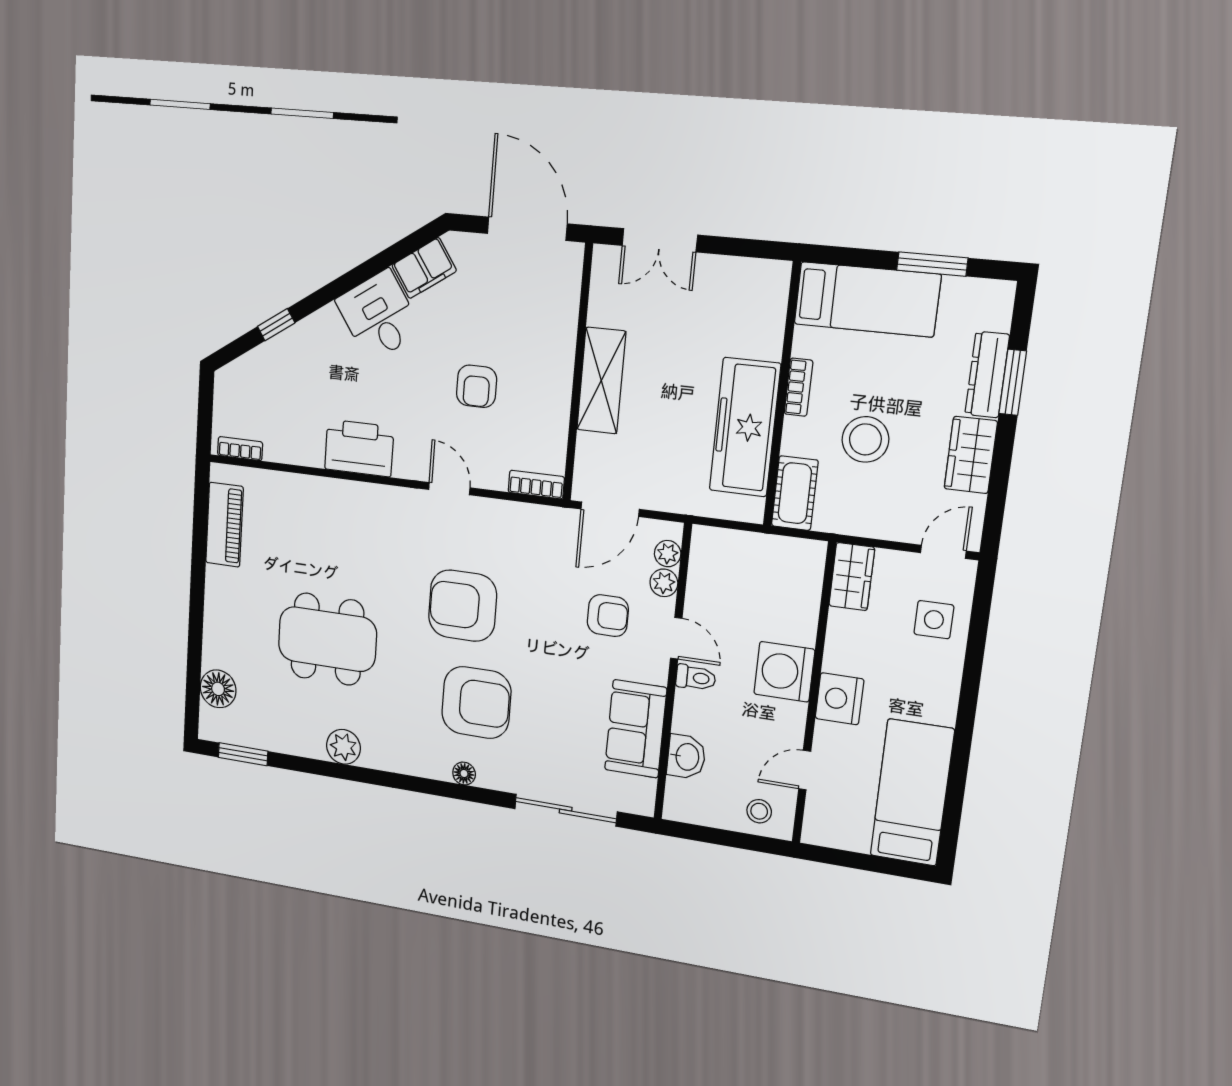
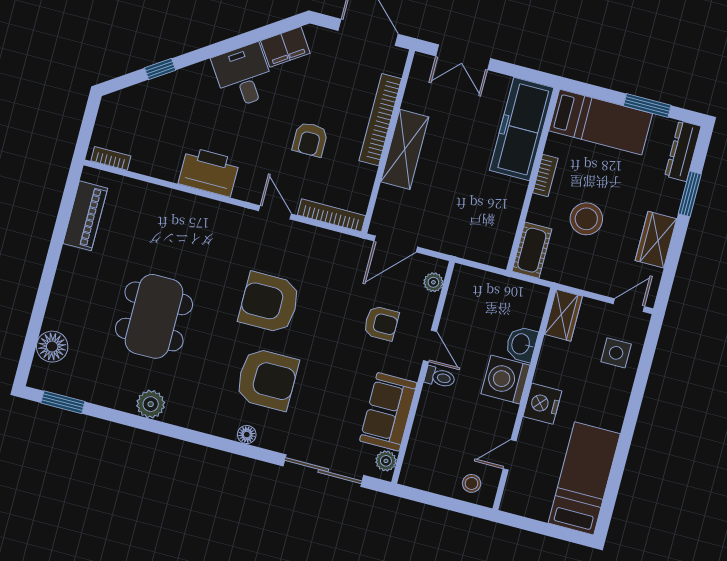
bookcase: (563, 345) -> (380, 120), added
dresser: (987, 375) -> (683, 151), moved
freezer: (745, 427) -> (522, 129), moved
bookcase: (536, 485) -> (332, 215), width x1.56
plant: (664, 583) -> (386, 461), moved
dining table: (327, 639) -> (154, 316), turned 90
washbasin: (686, 757) -> (521, 344), moved, turned 180

